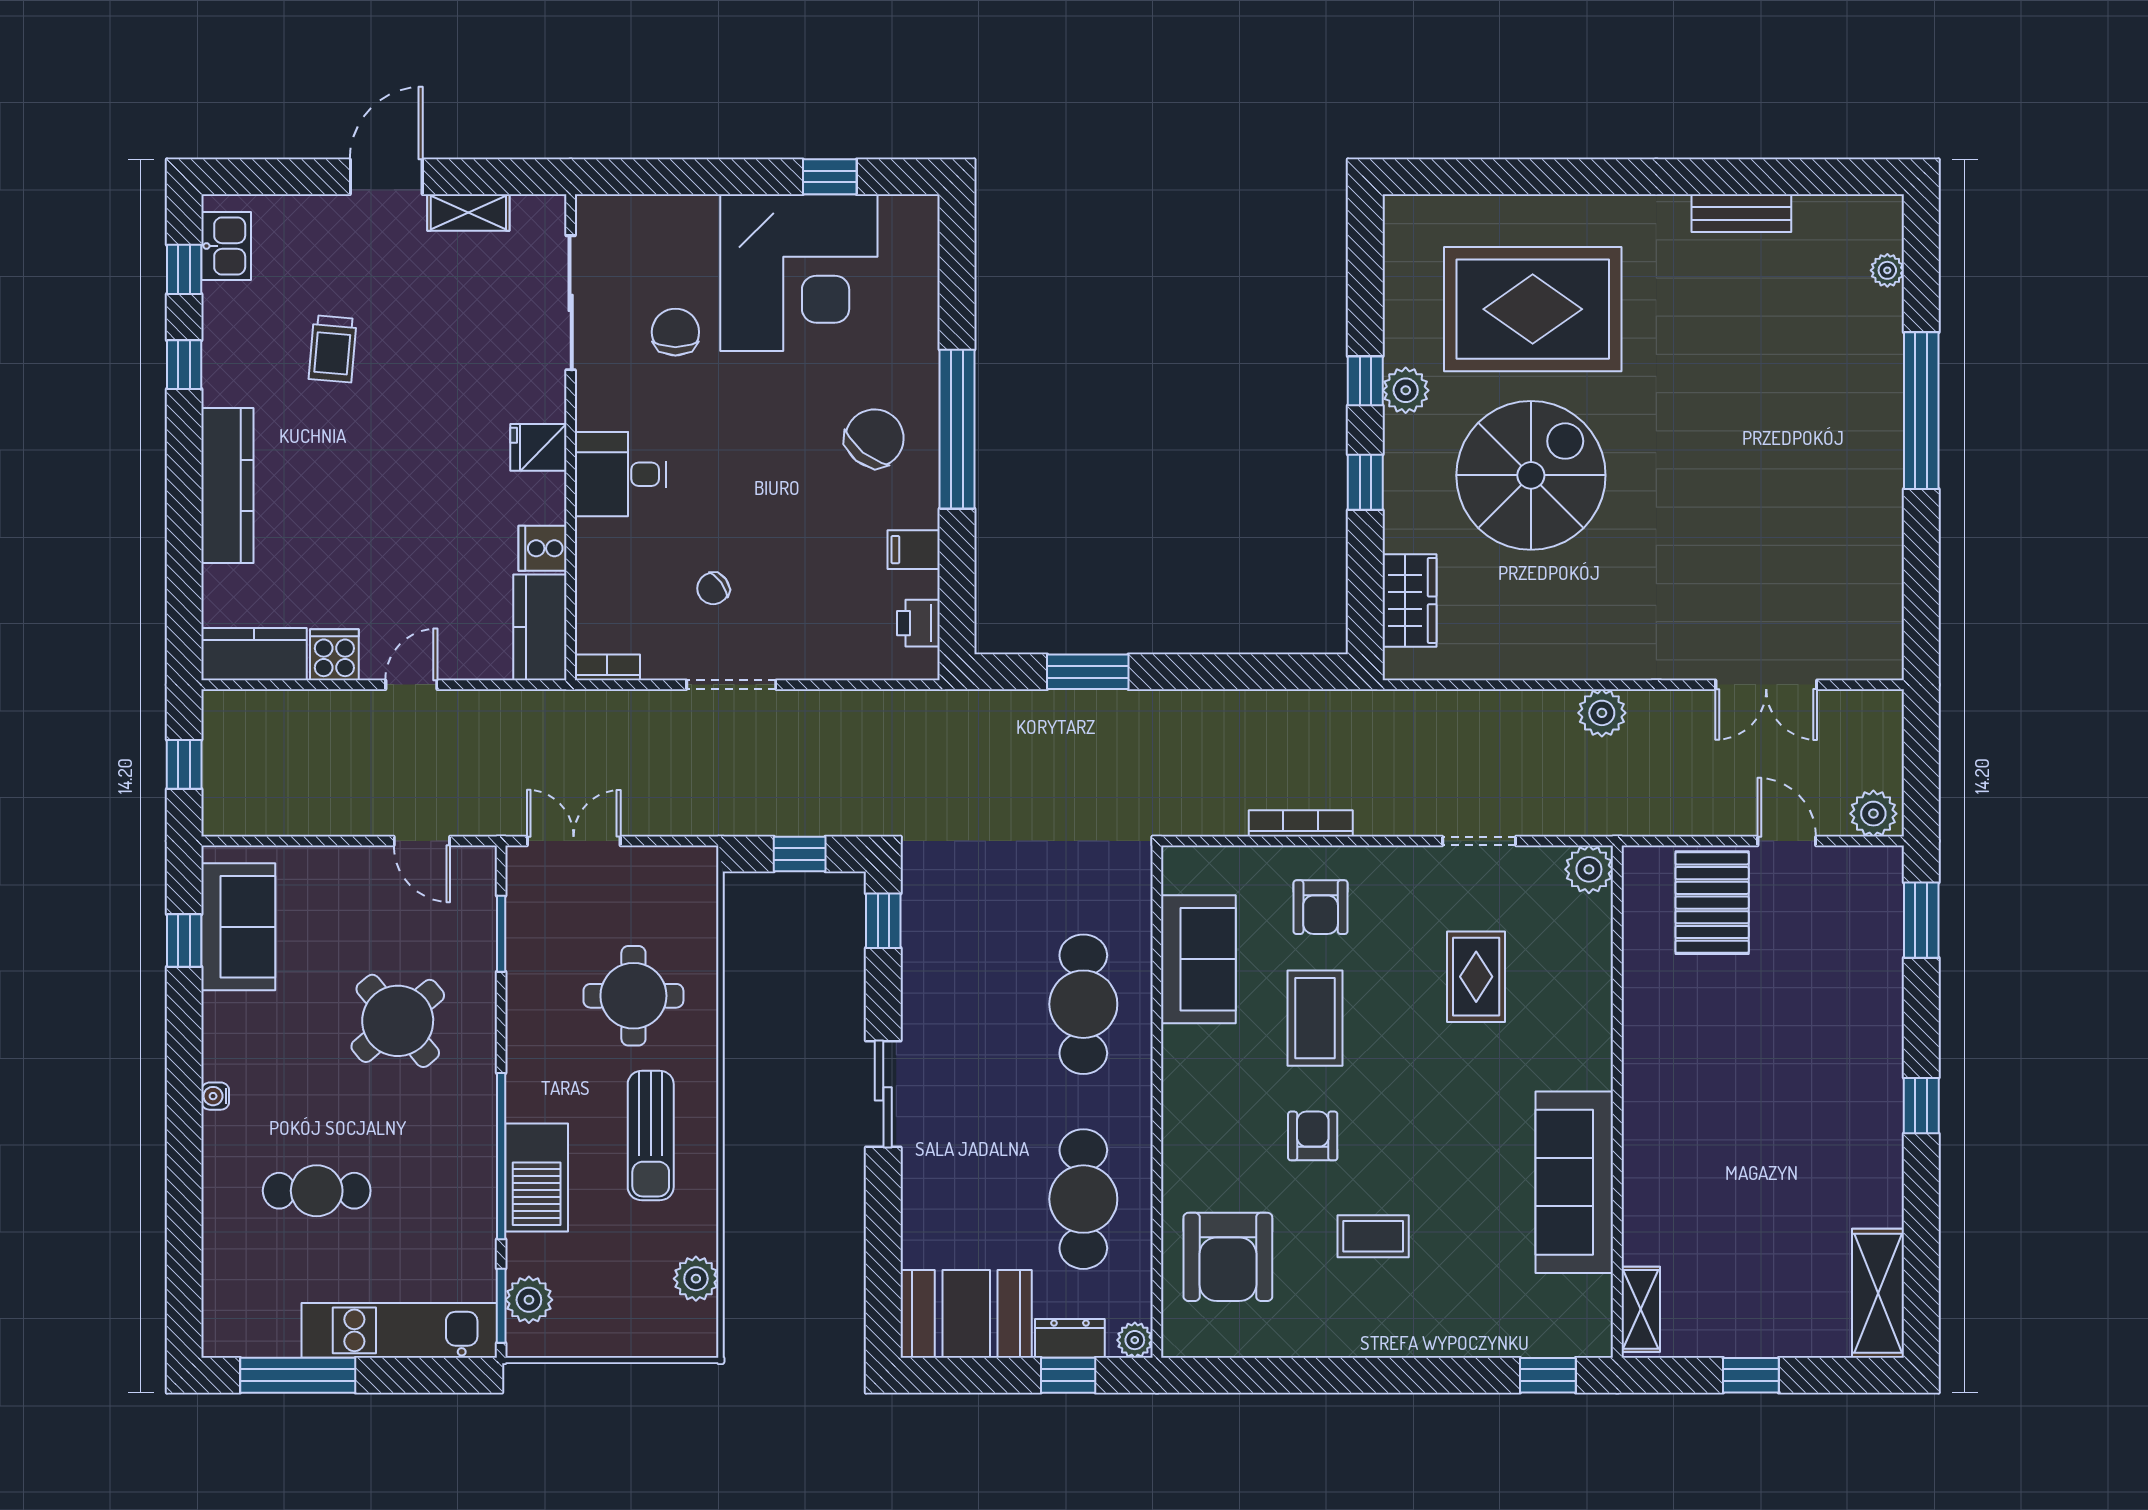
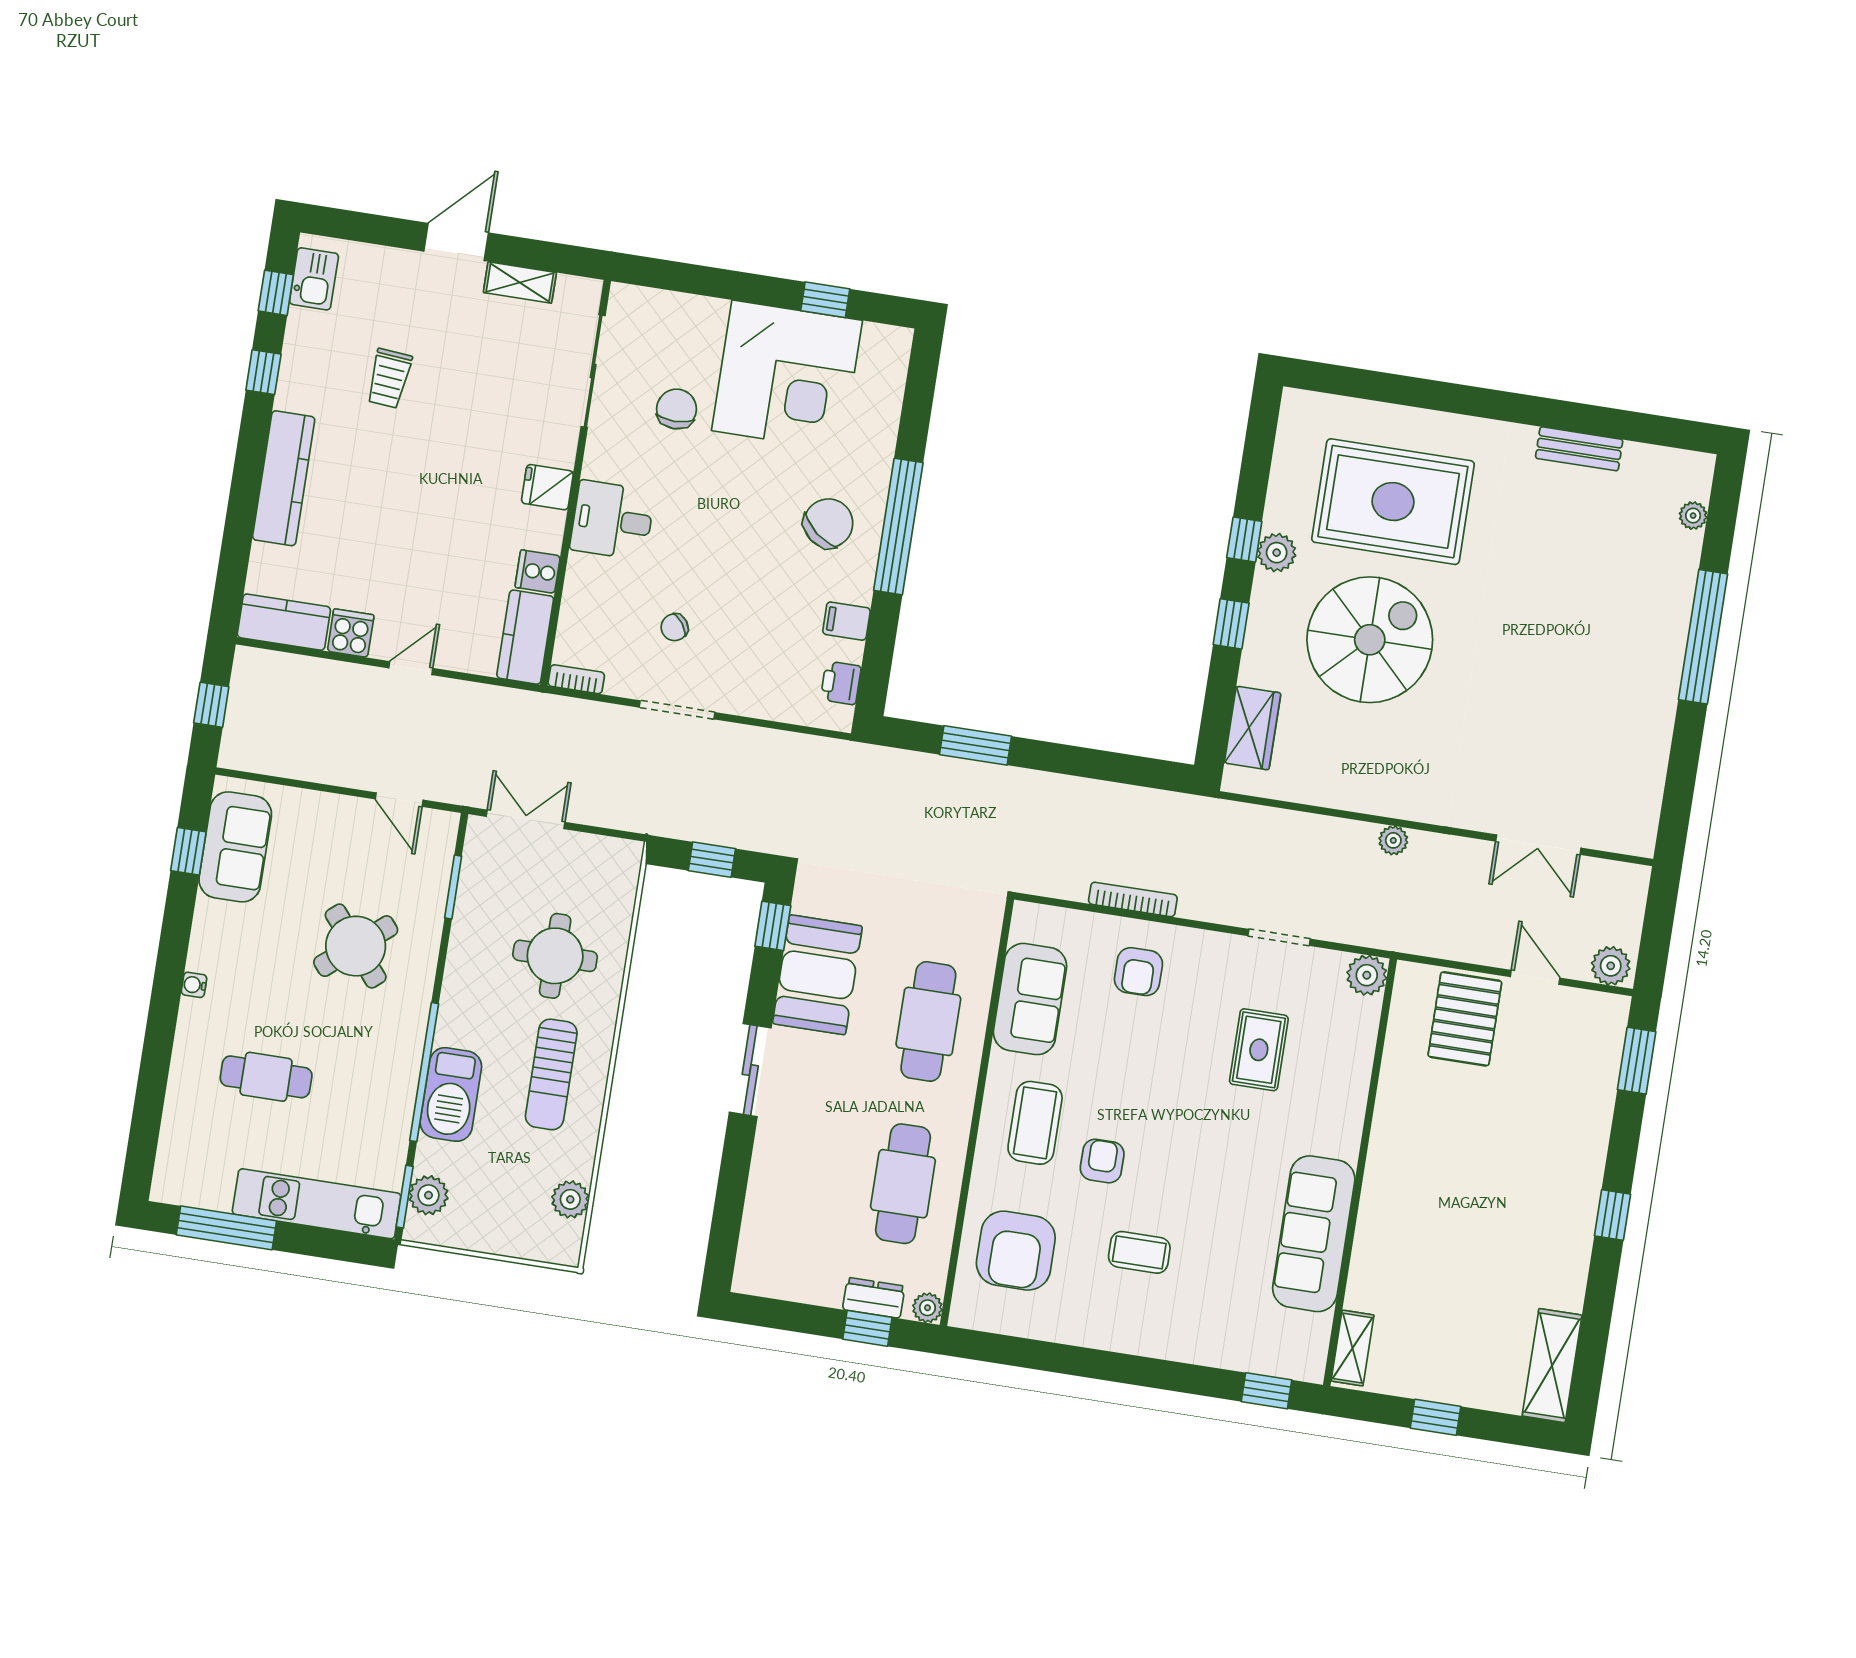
plant: (1602, 713) -> (1393, 840), width x0.73, depth x0.73
coffee table: (1315, 1018) -> (1035, 1123), moved
booth: (966, 1314) -> (817, 975), moved, turned 90

